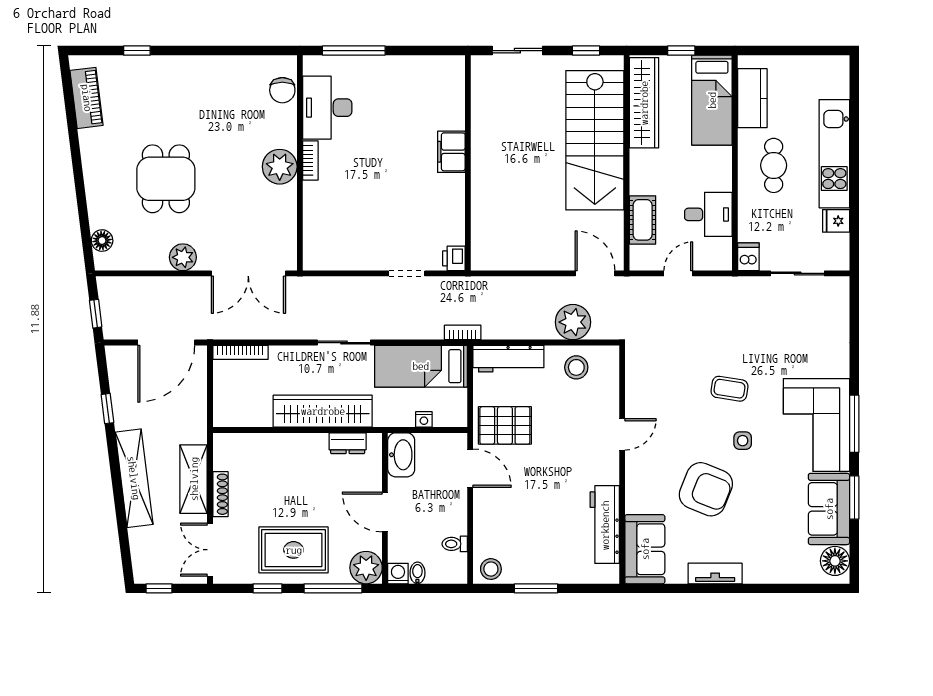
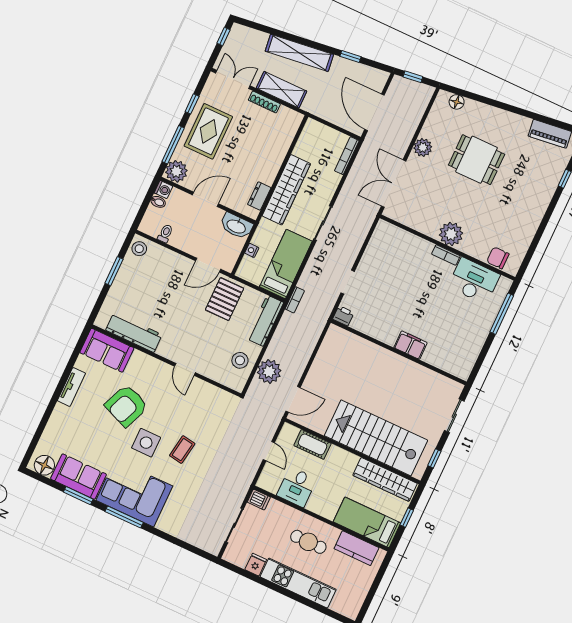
side table: (743, 441) -> (146, 443), width x1.87, depth x1.87

